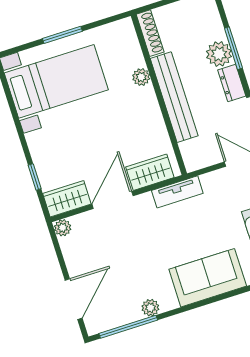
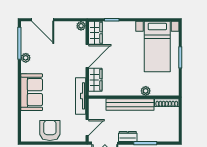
plant: (219, 54) -> (145, 135), removed
tv unit: (177, 192) -> (81, 96), width x1.41
door: (113, 200) -> (87, 56), hinge flipped

